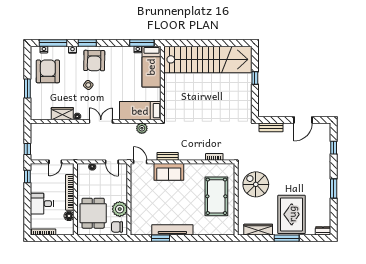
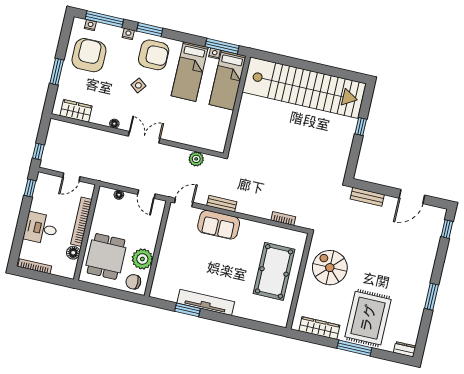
armchair: (94, 61) -> (154, 55), turned -91
bed: (140, 111) -> (190, 72), moved, turned -90
wardrobe: (62, 114) -> (76, 111), moved
window: (334, 148) -> (447, 229), moved
door: (140, 162) -> (184, 203), hinge flipped

